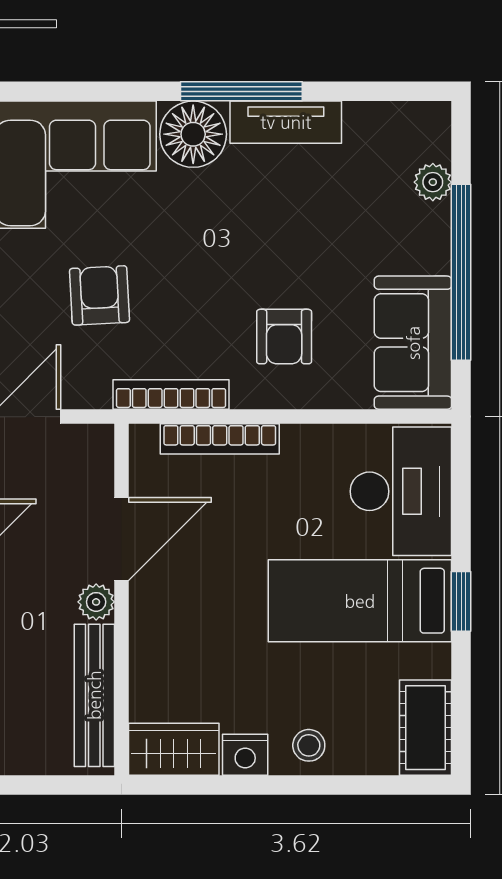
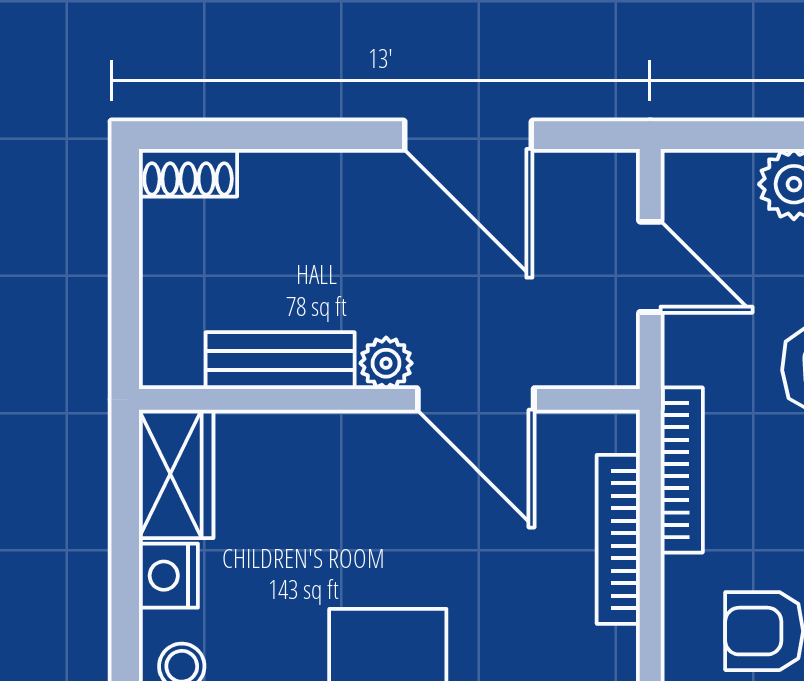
bench: (94, 695) -> (280, 361), width x0.73

